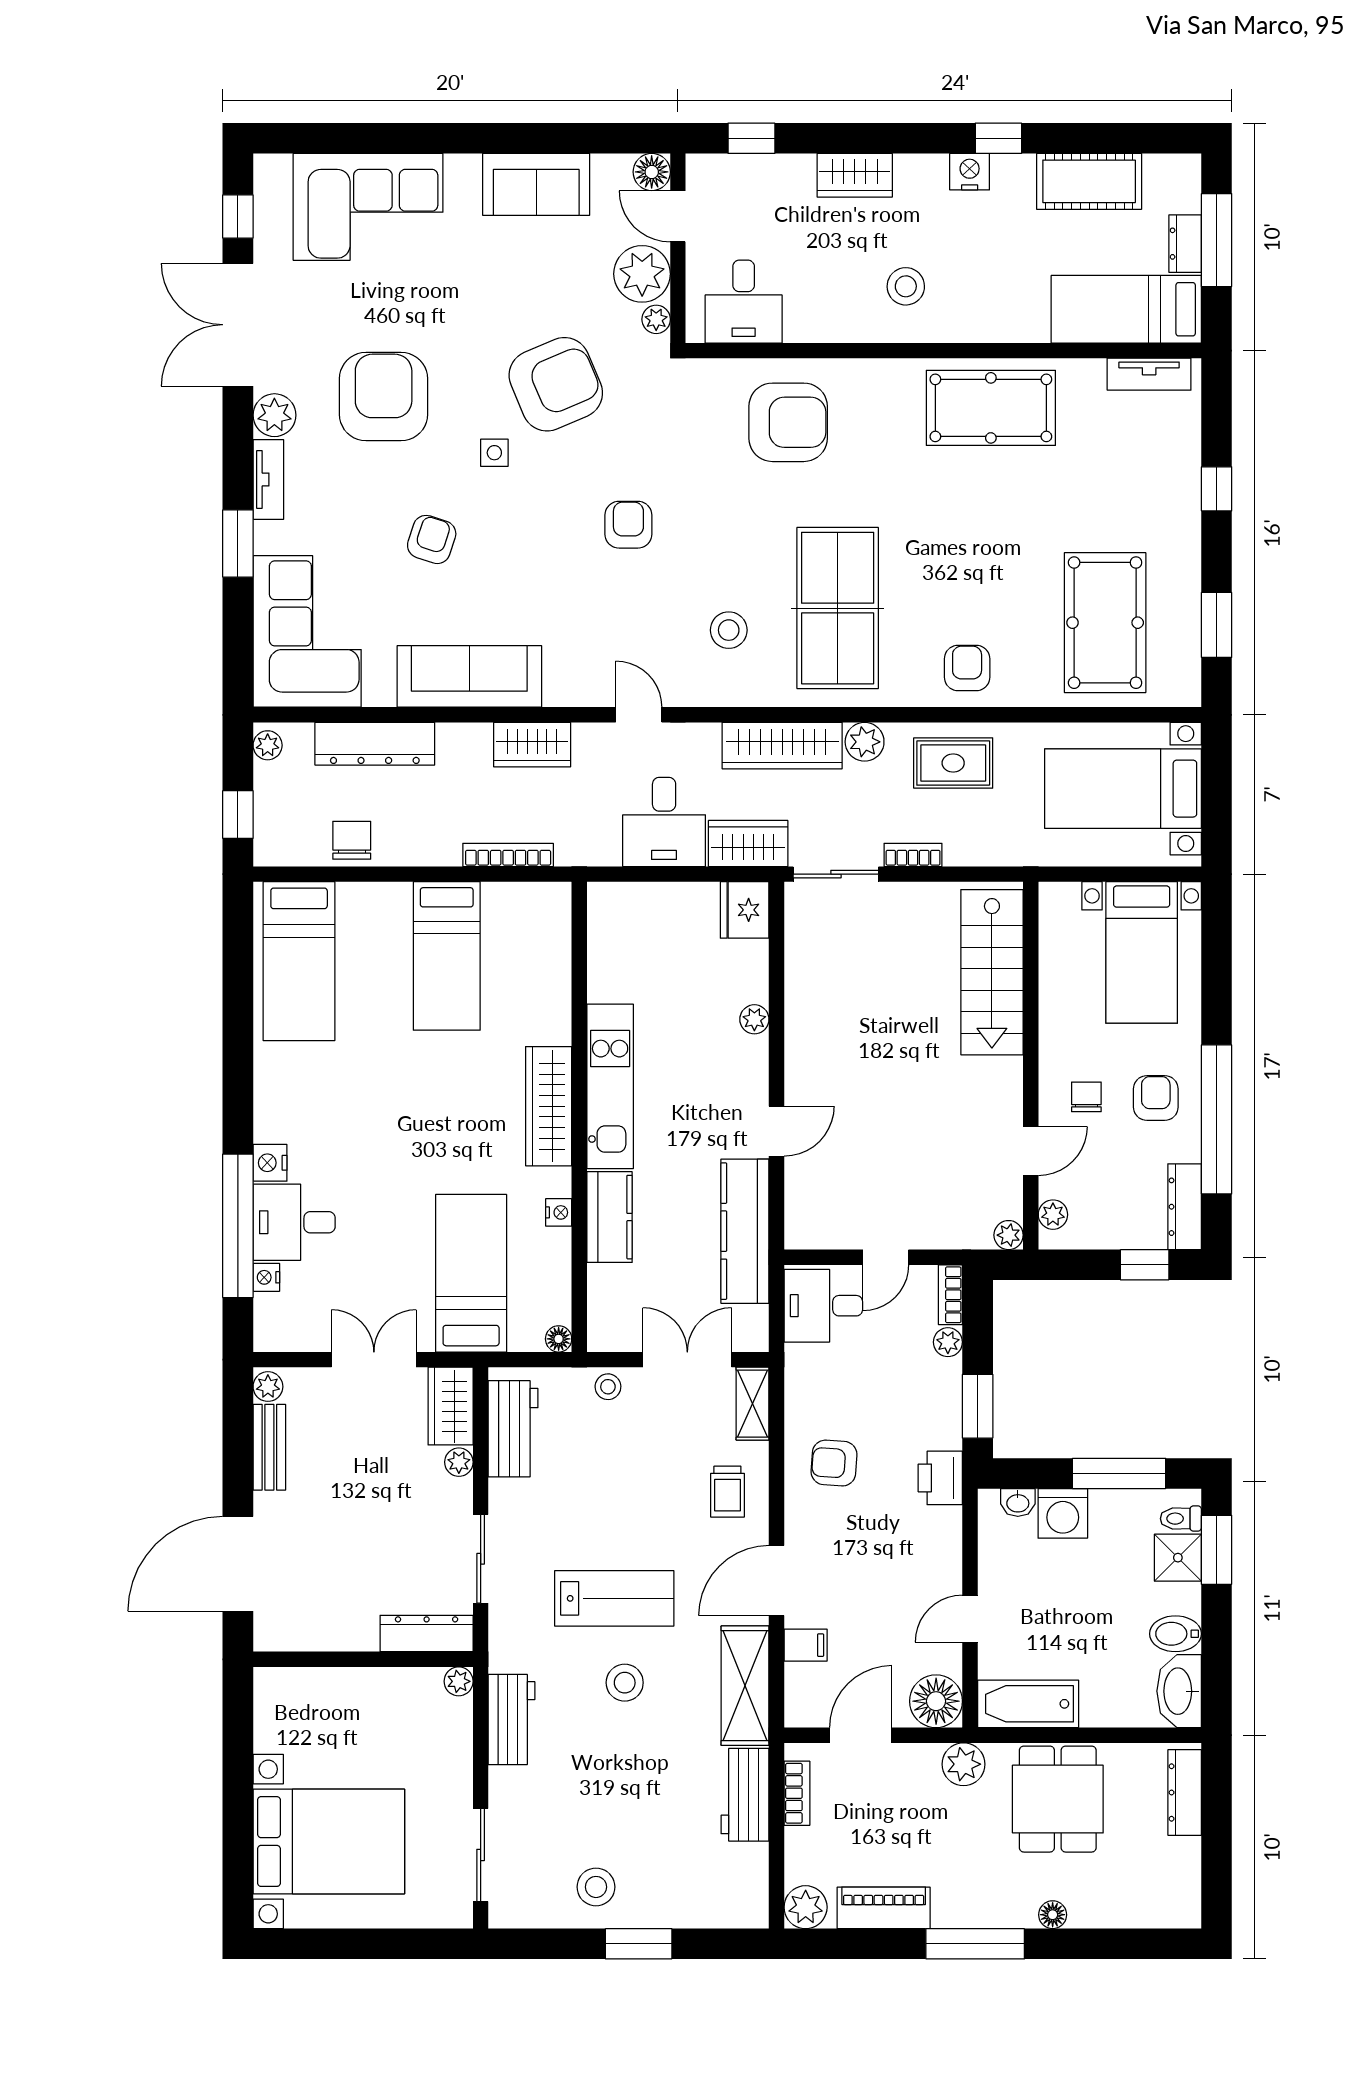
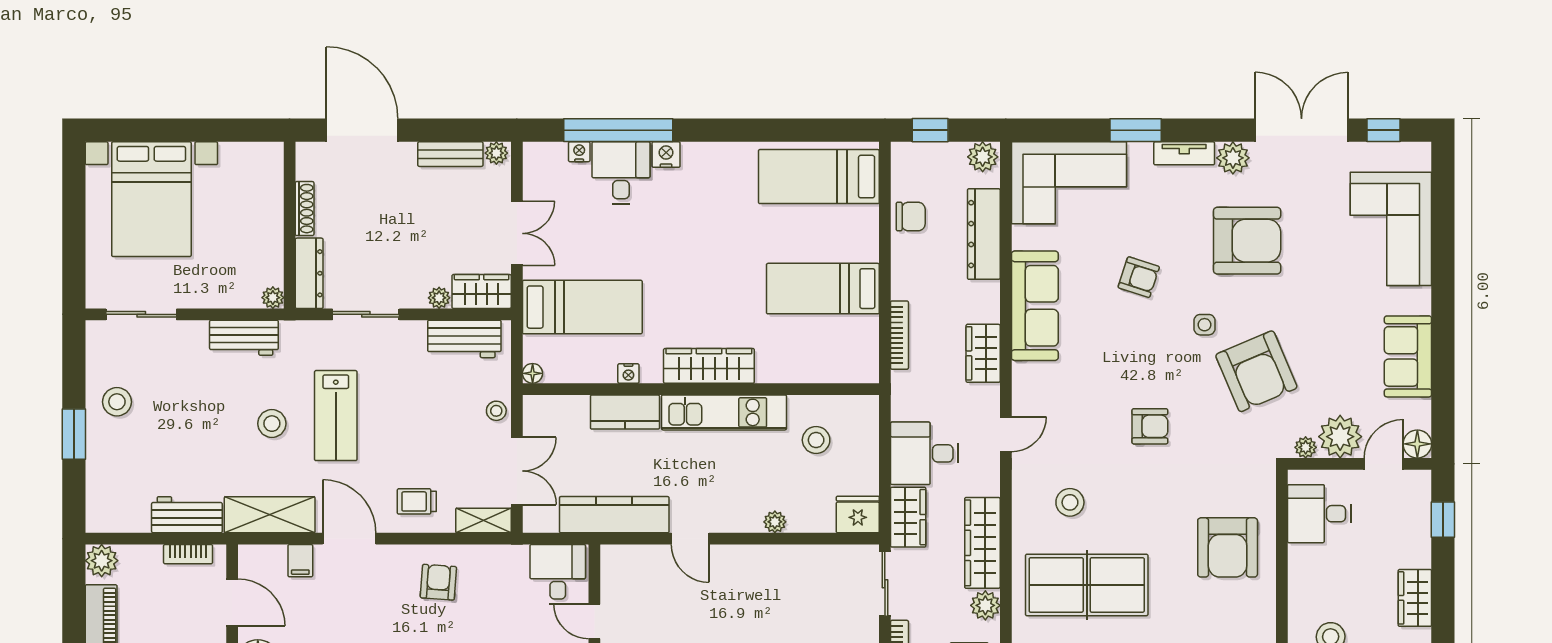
plant: (268, 745) -> (983, 157), width x1.38, depth x1.38
stool: (646, 965) -> (816, 440), added
shoe rack: (341, 1640) -> (305, 209), added

